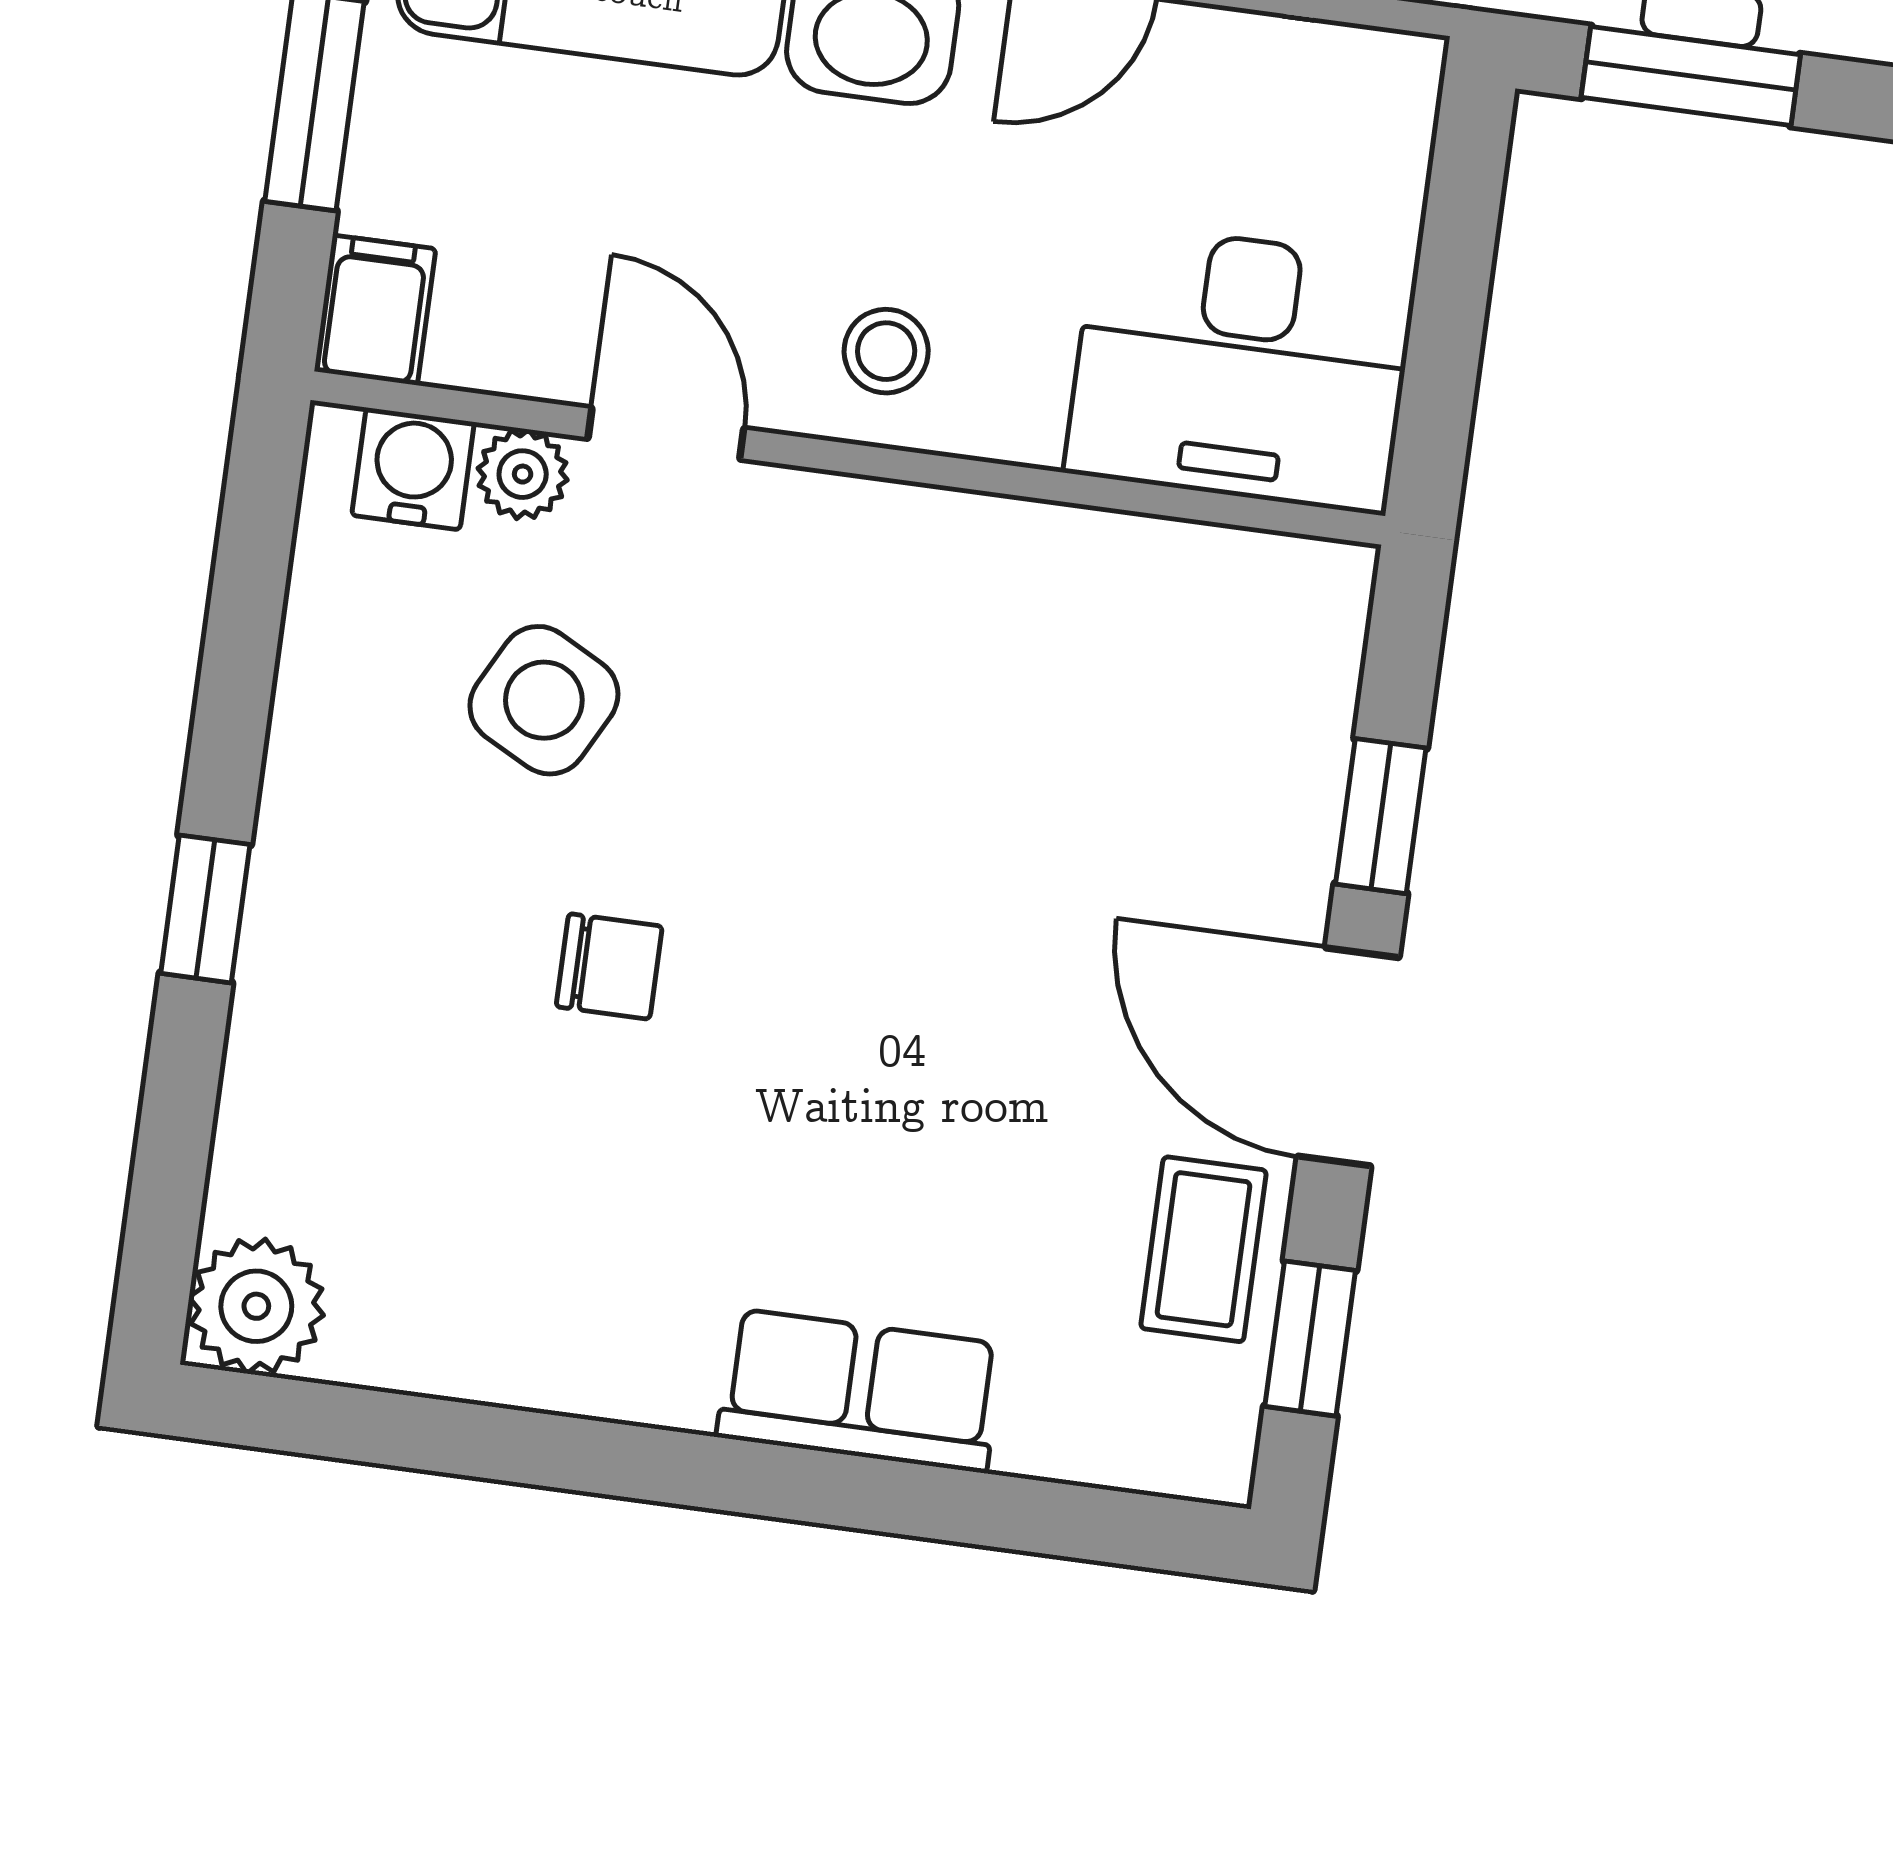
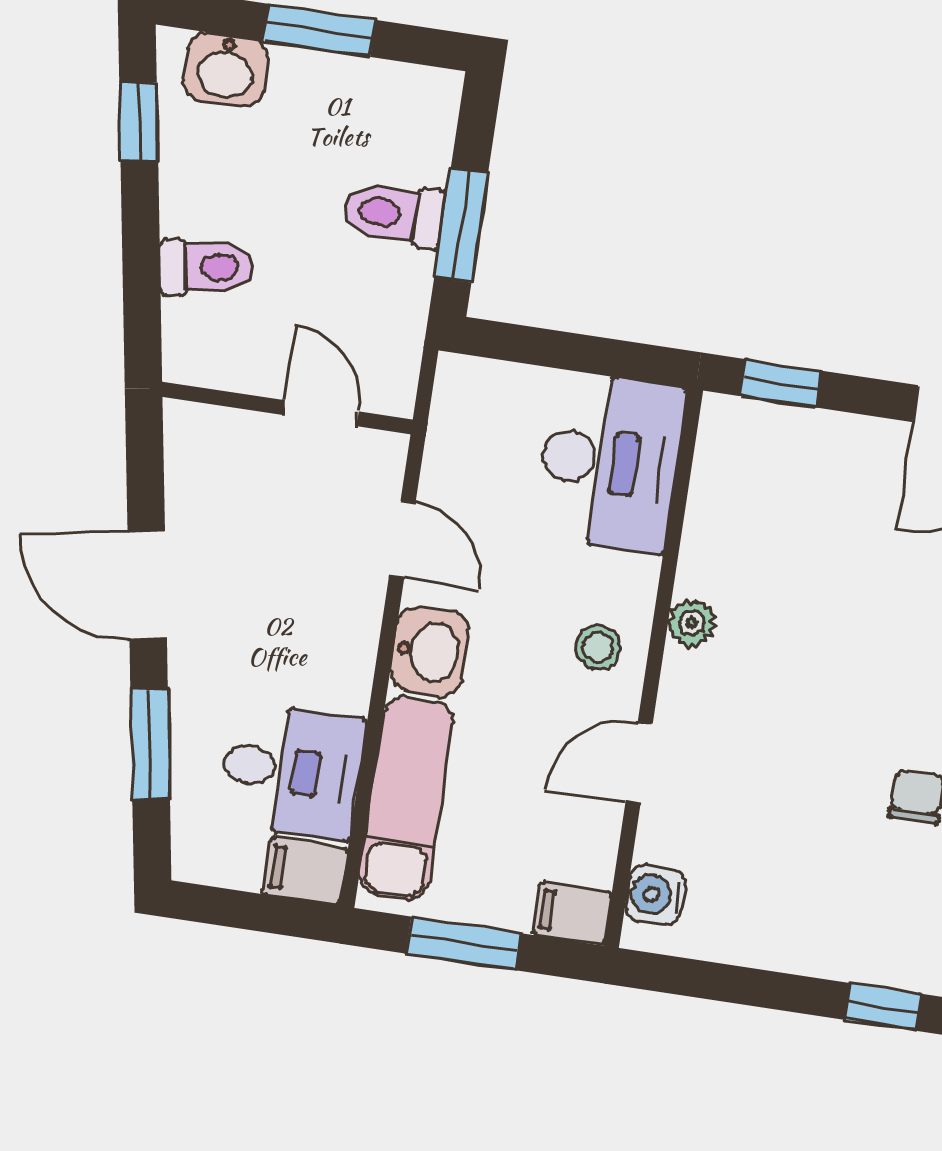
plant: (523, 474) -> (692, 623), moved
side table: (544, 700) -> (777, 829), removed
window: (1381, 816) -> (780, 383), moved

